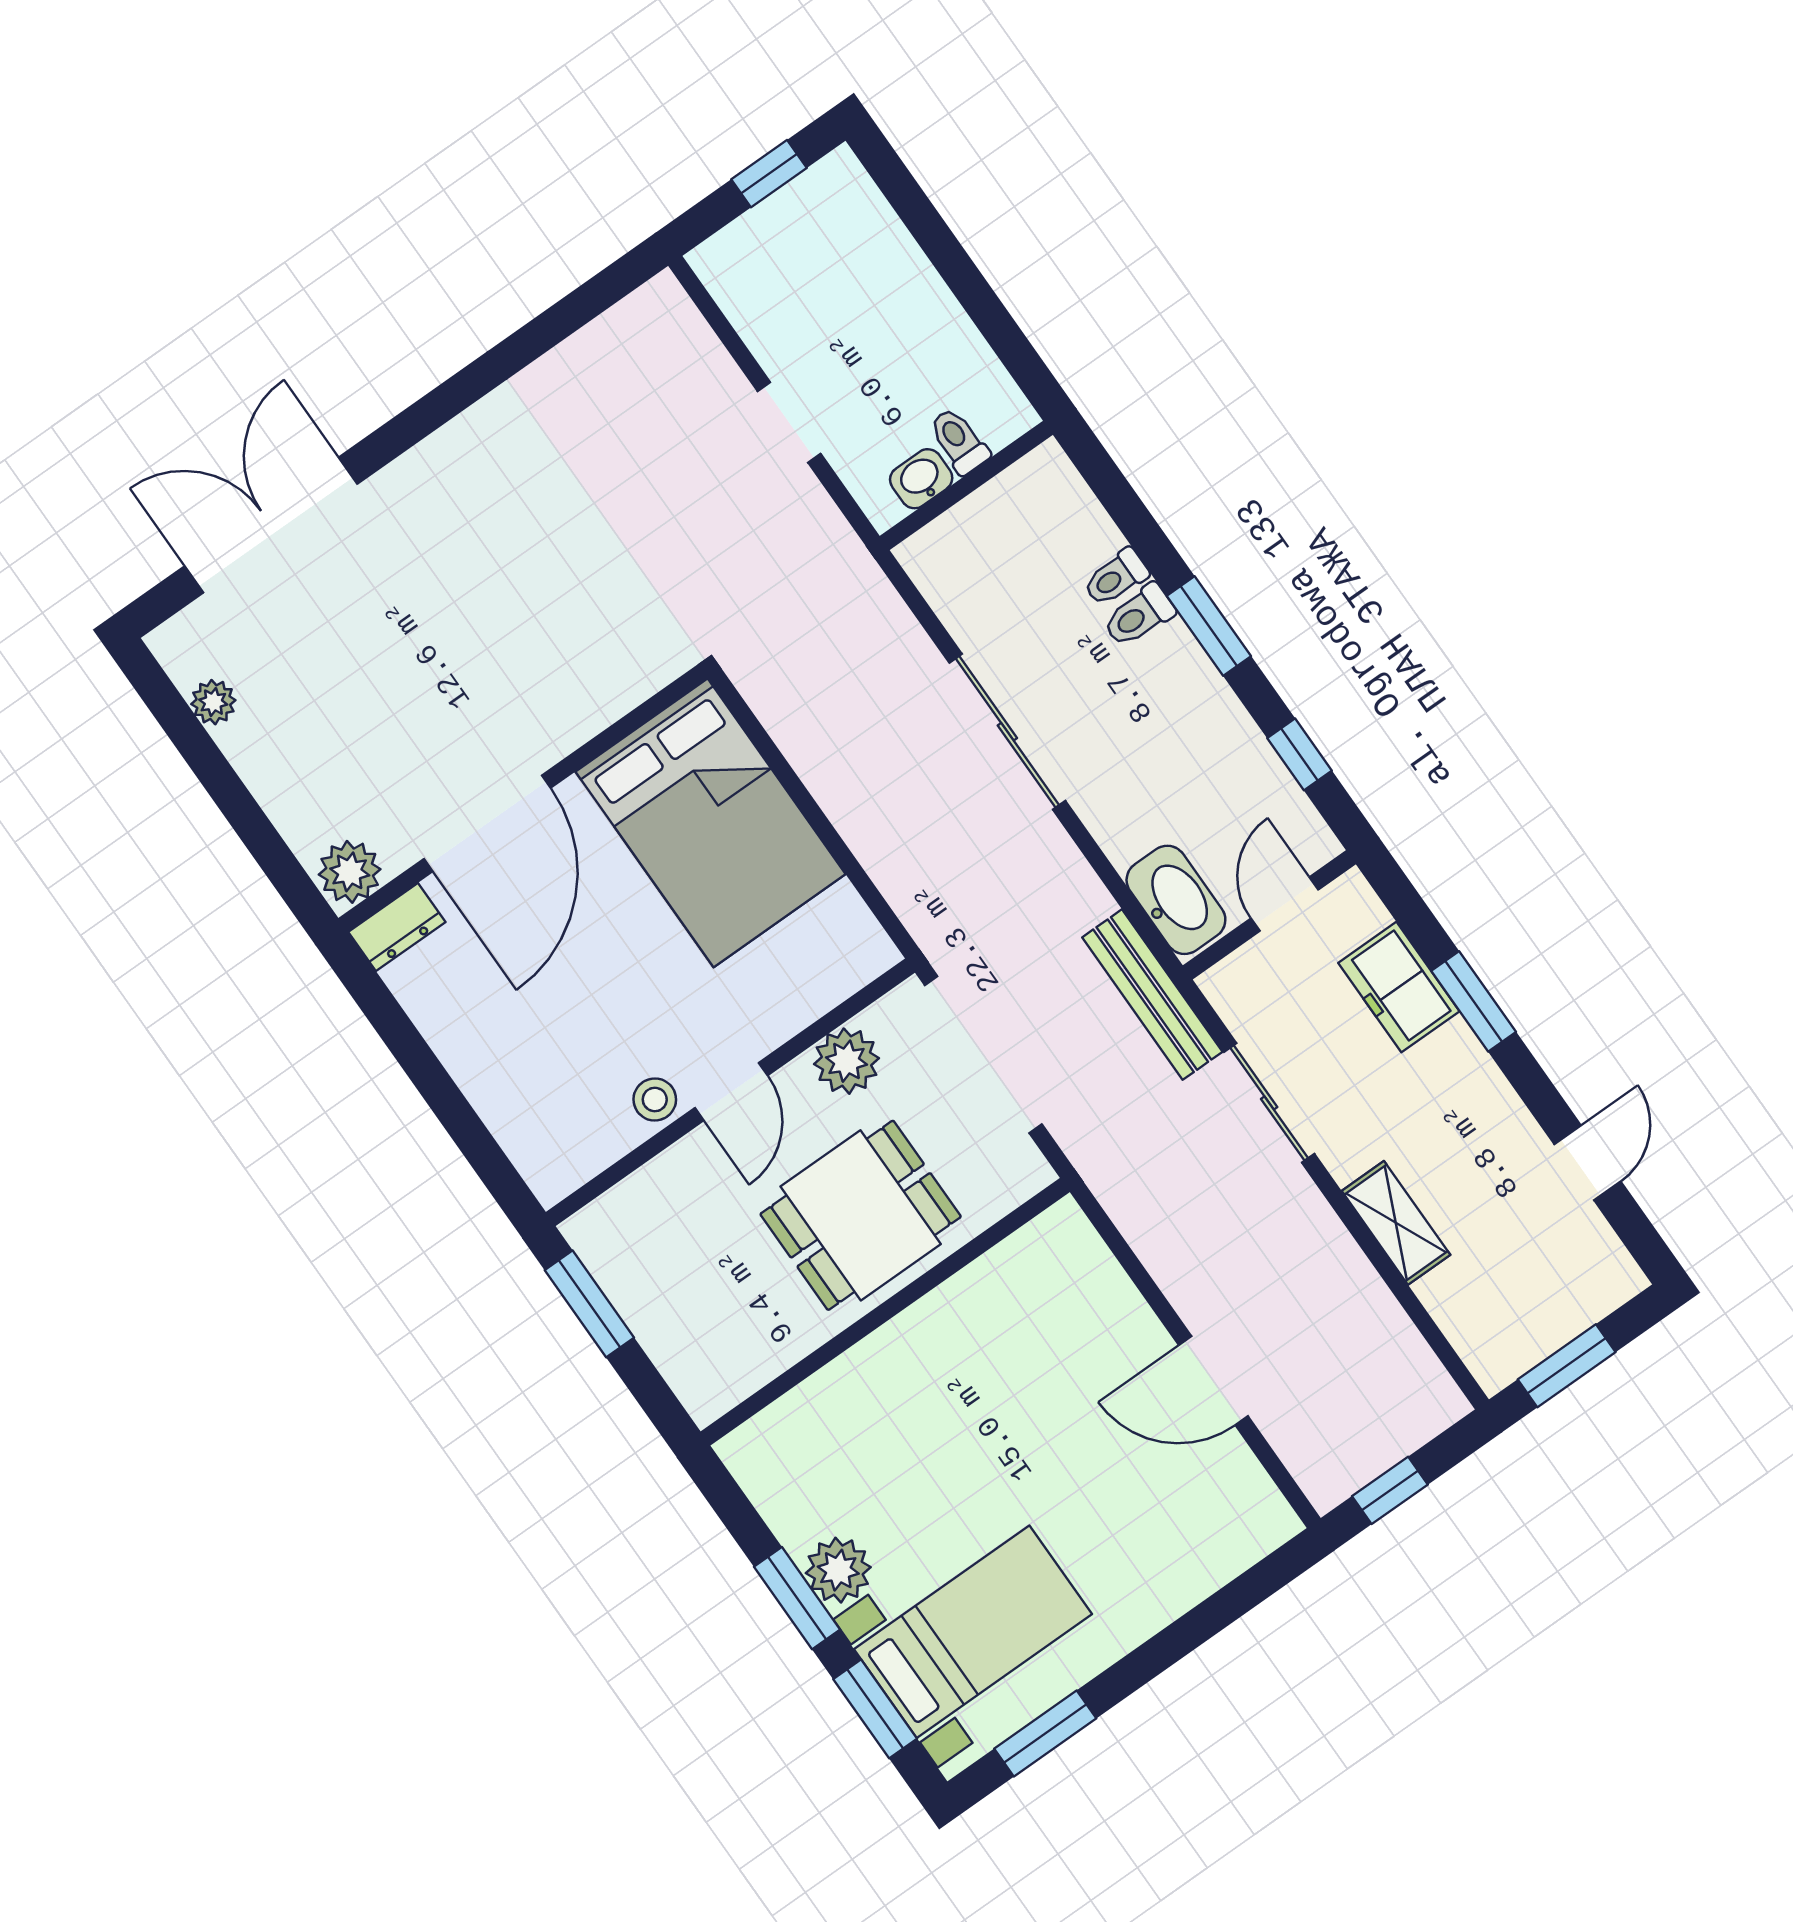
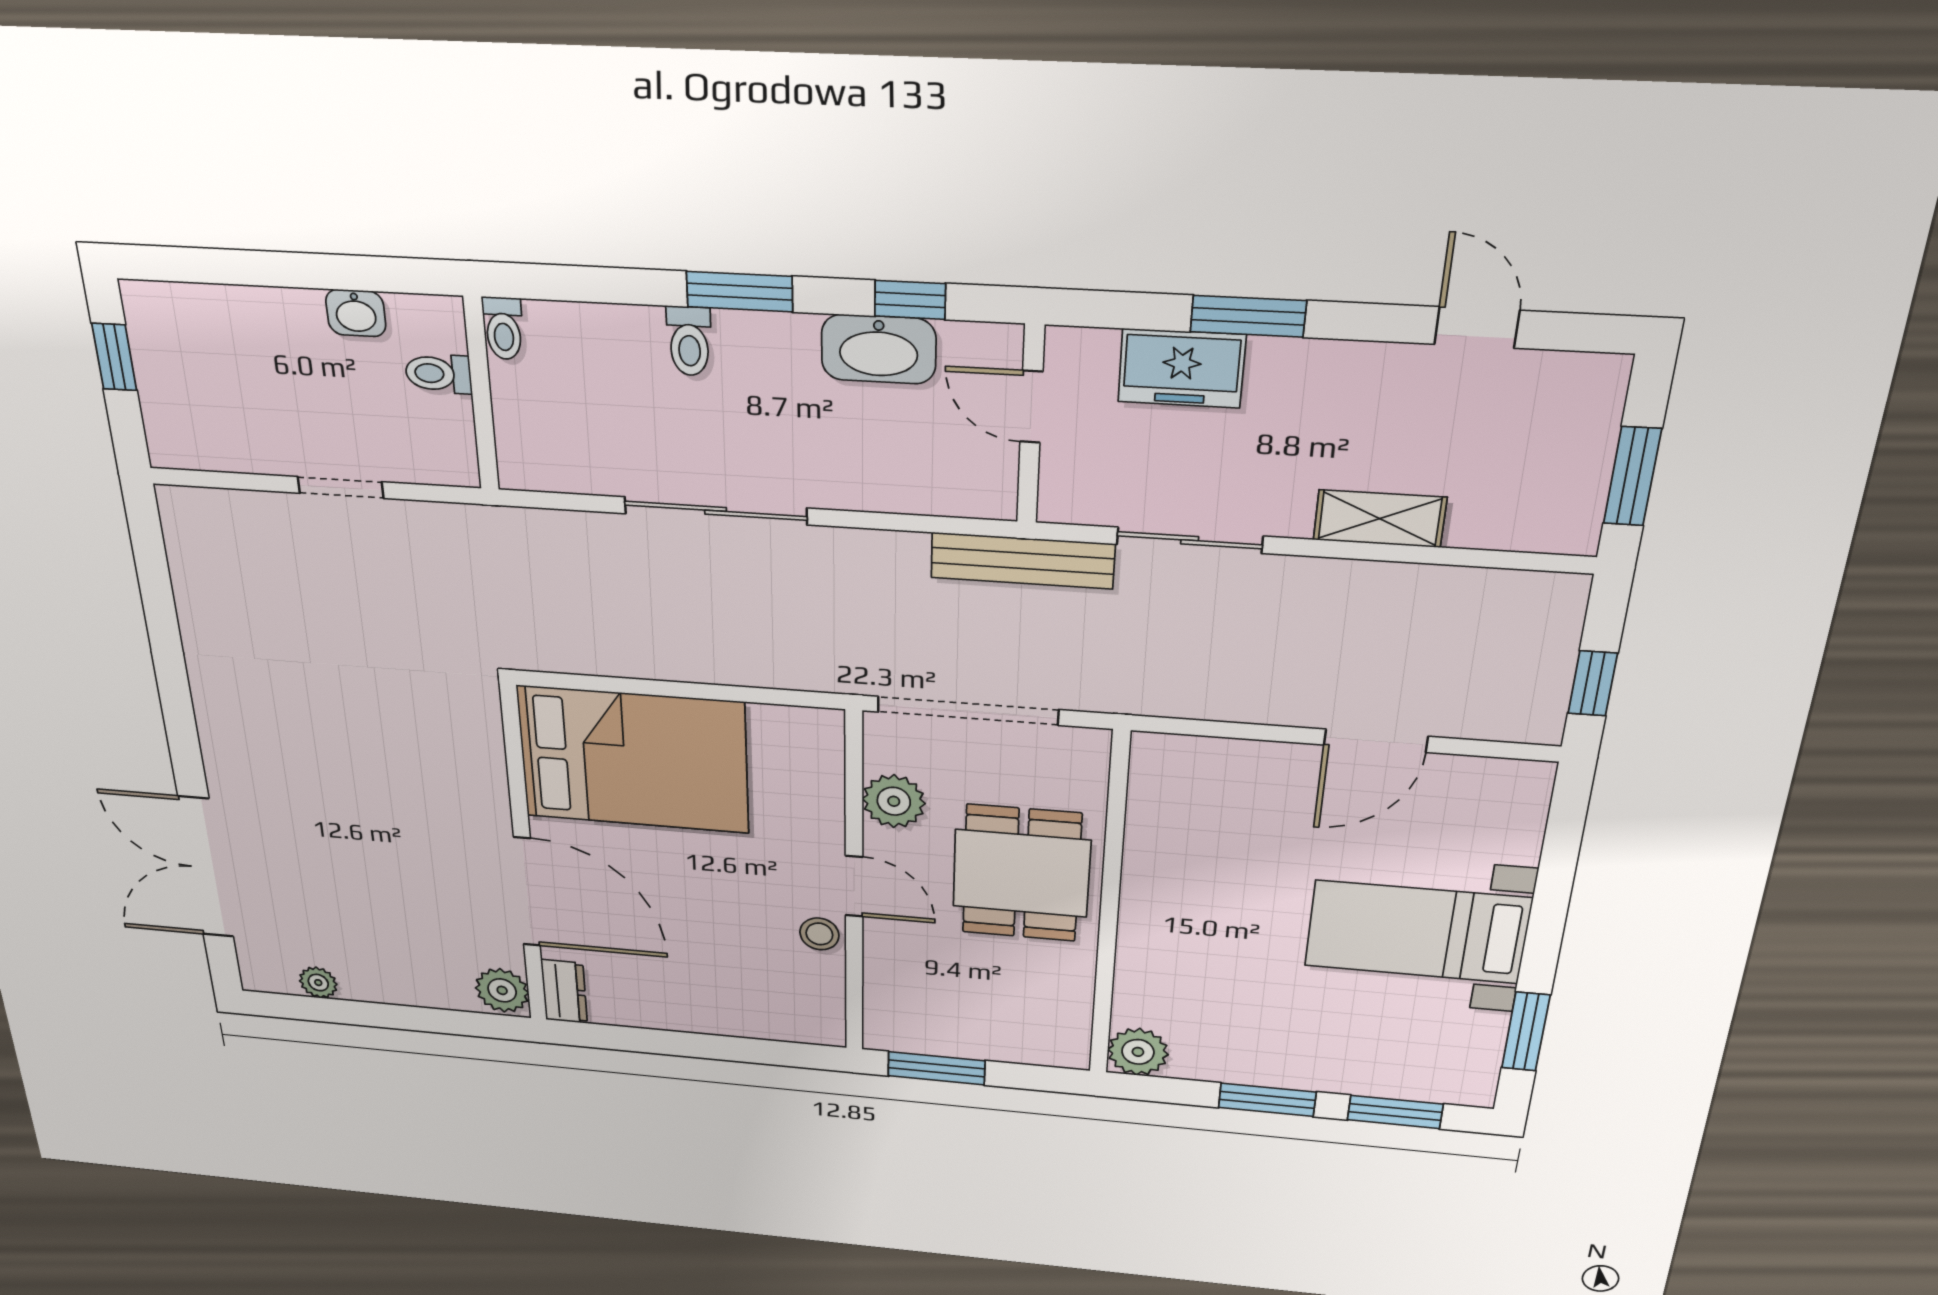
washbasin: (921, 479) -> (356, 313), moved, turned -90
toilet: (1116, 577) -> (503, 328), moved
washbasin: (1176, 900) -> (879, 349), moved, turned 180
plant: (838, 1570) -> (1138, 1052), moved
bed with nightstands: (973, 1632) -> (1417, 932), moved, turned -90

